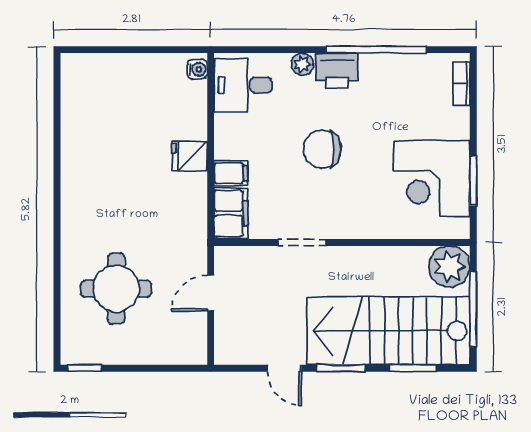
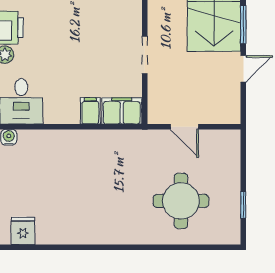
chair: (322, 149) -> (71, 39), removed
fridge: (190, 156) -> (23, 231), moved, turned 180
window: (85, 368) -> (243, 205), moved

